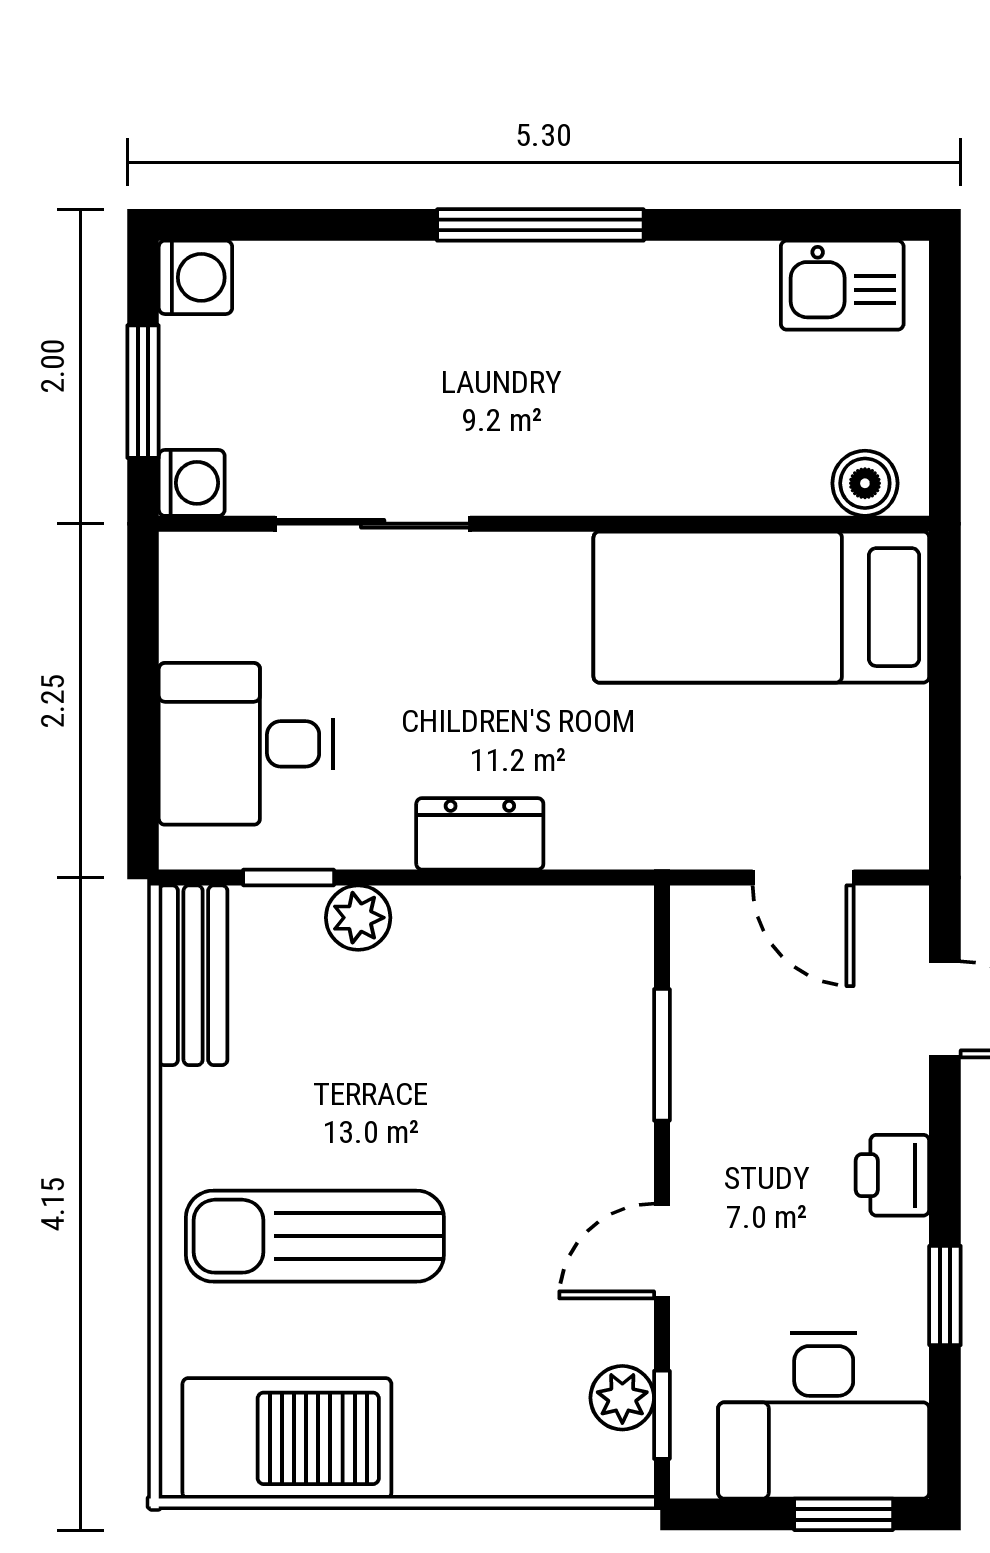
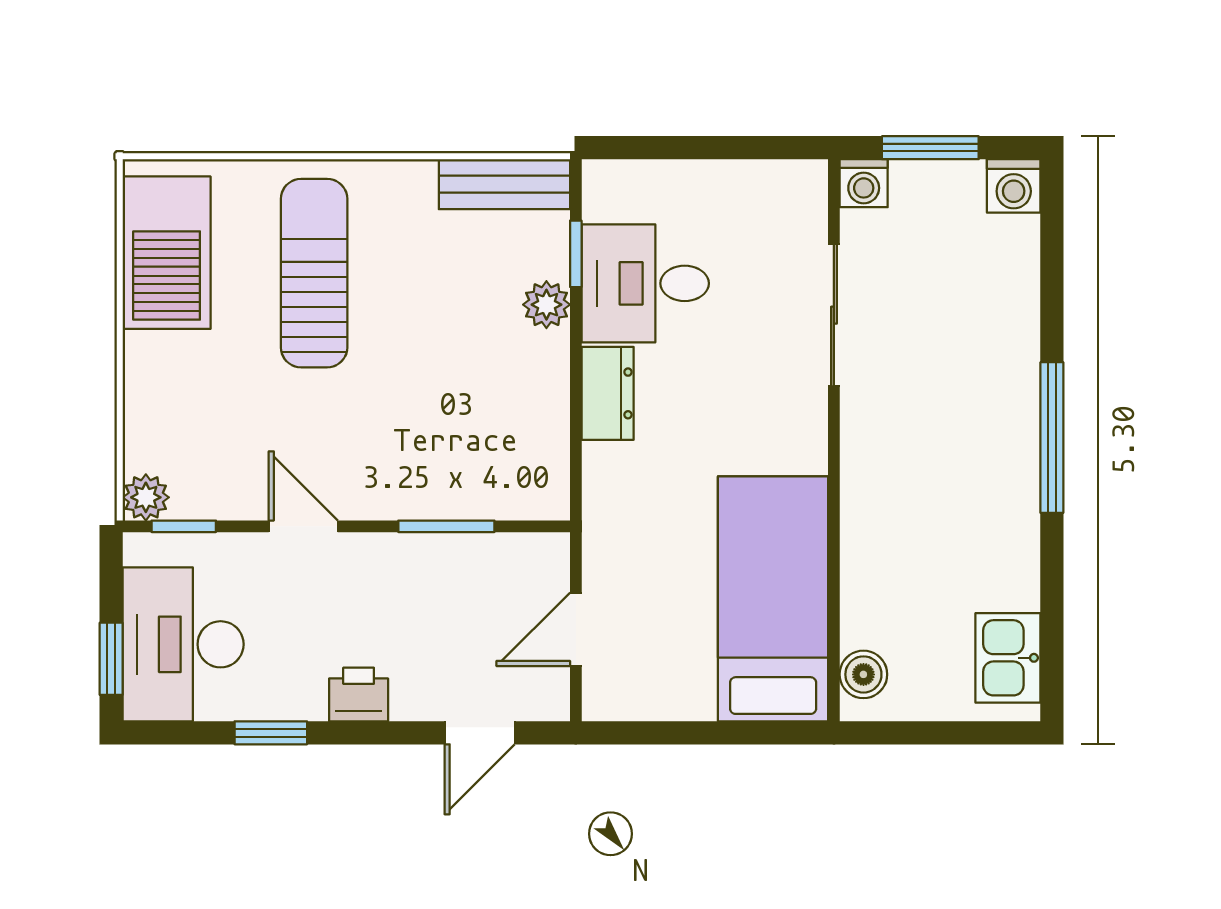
desk: (246, 744) -> (645, 283), moved, turned -90
plant: (622, 1398) -> (146, 497), moved

